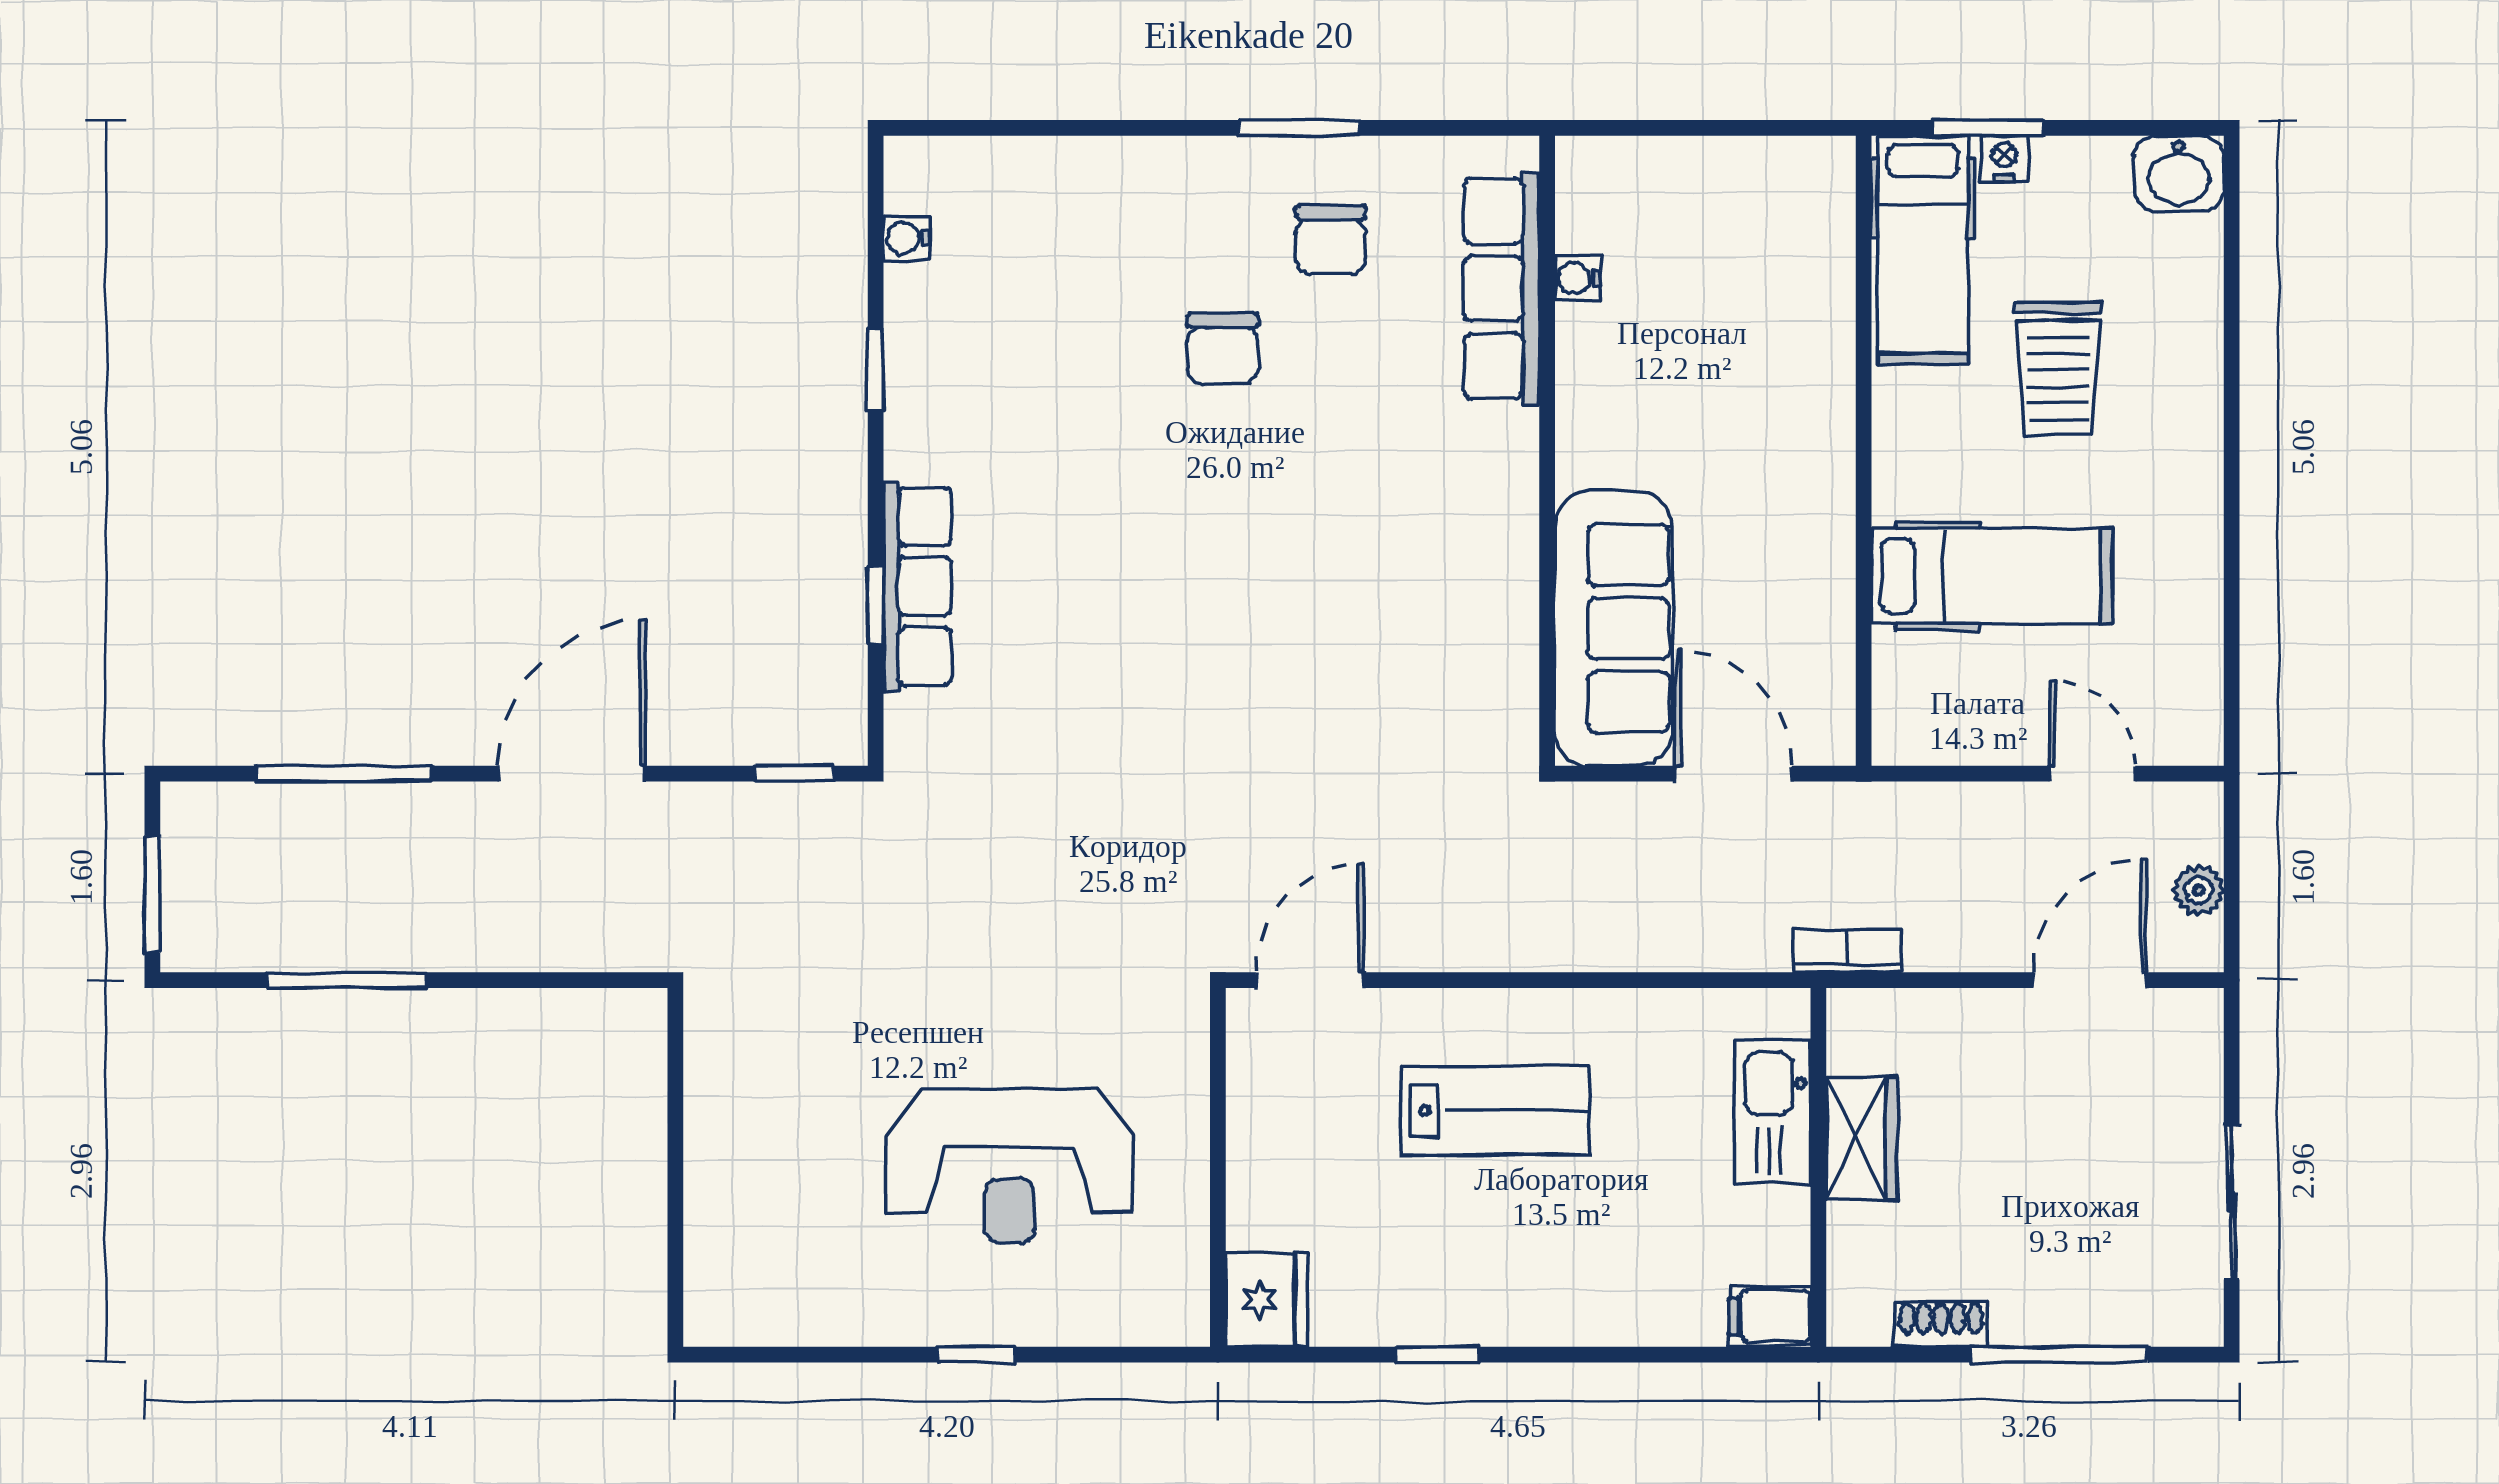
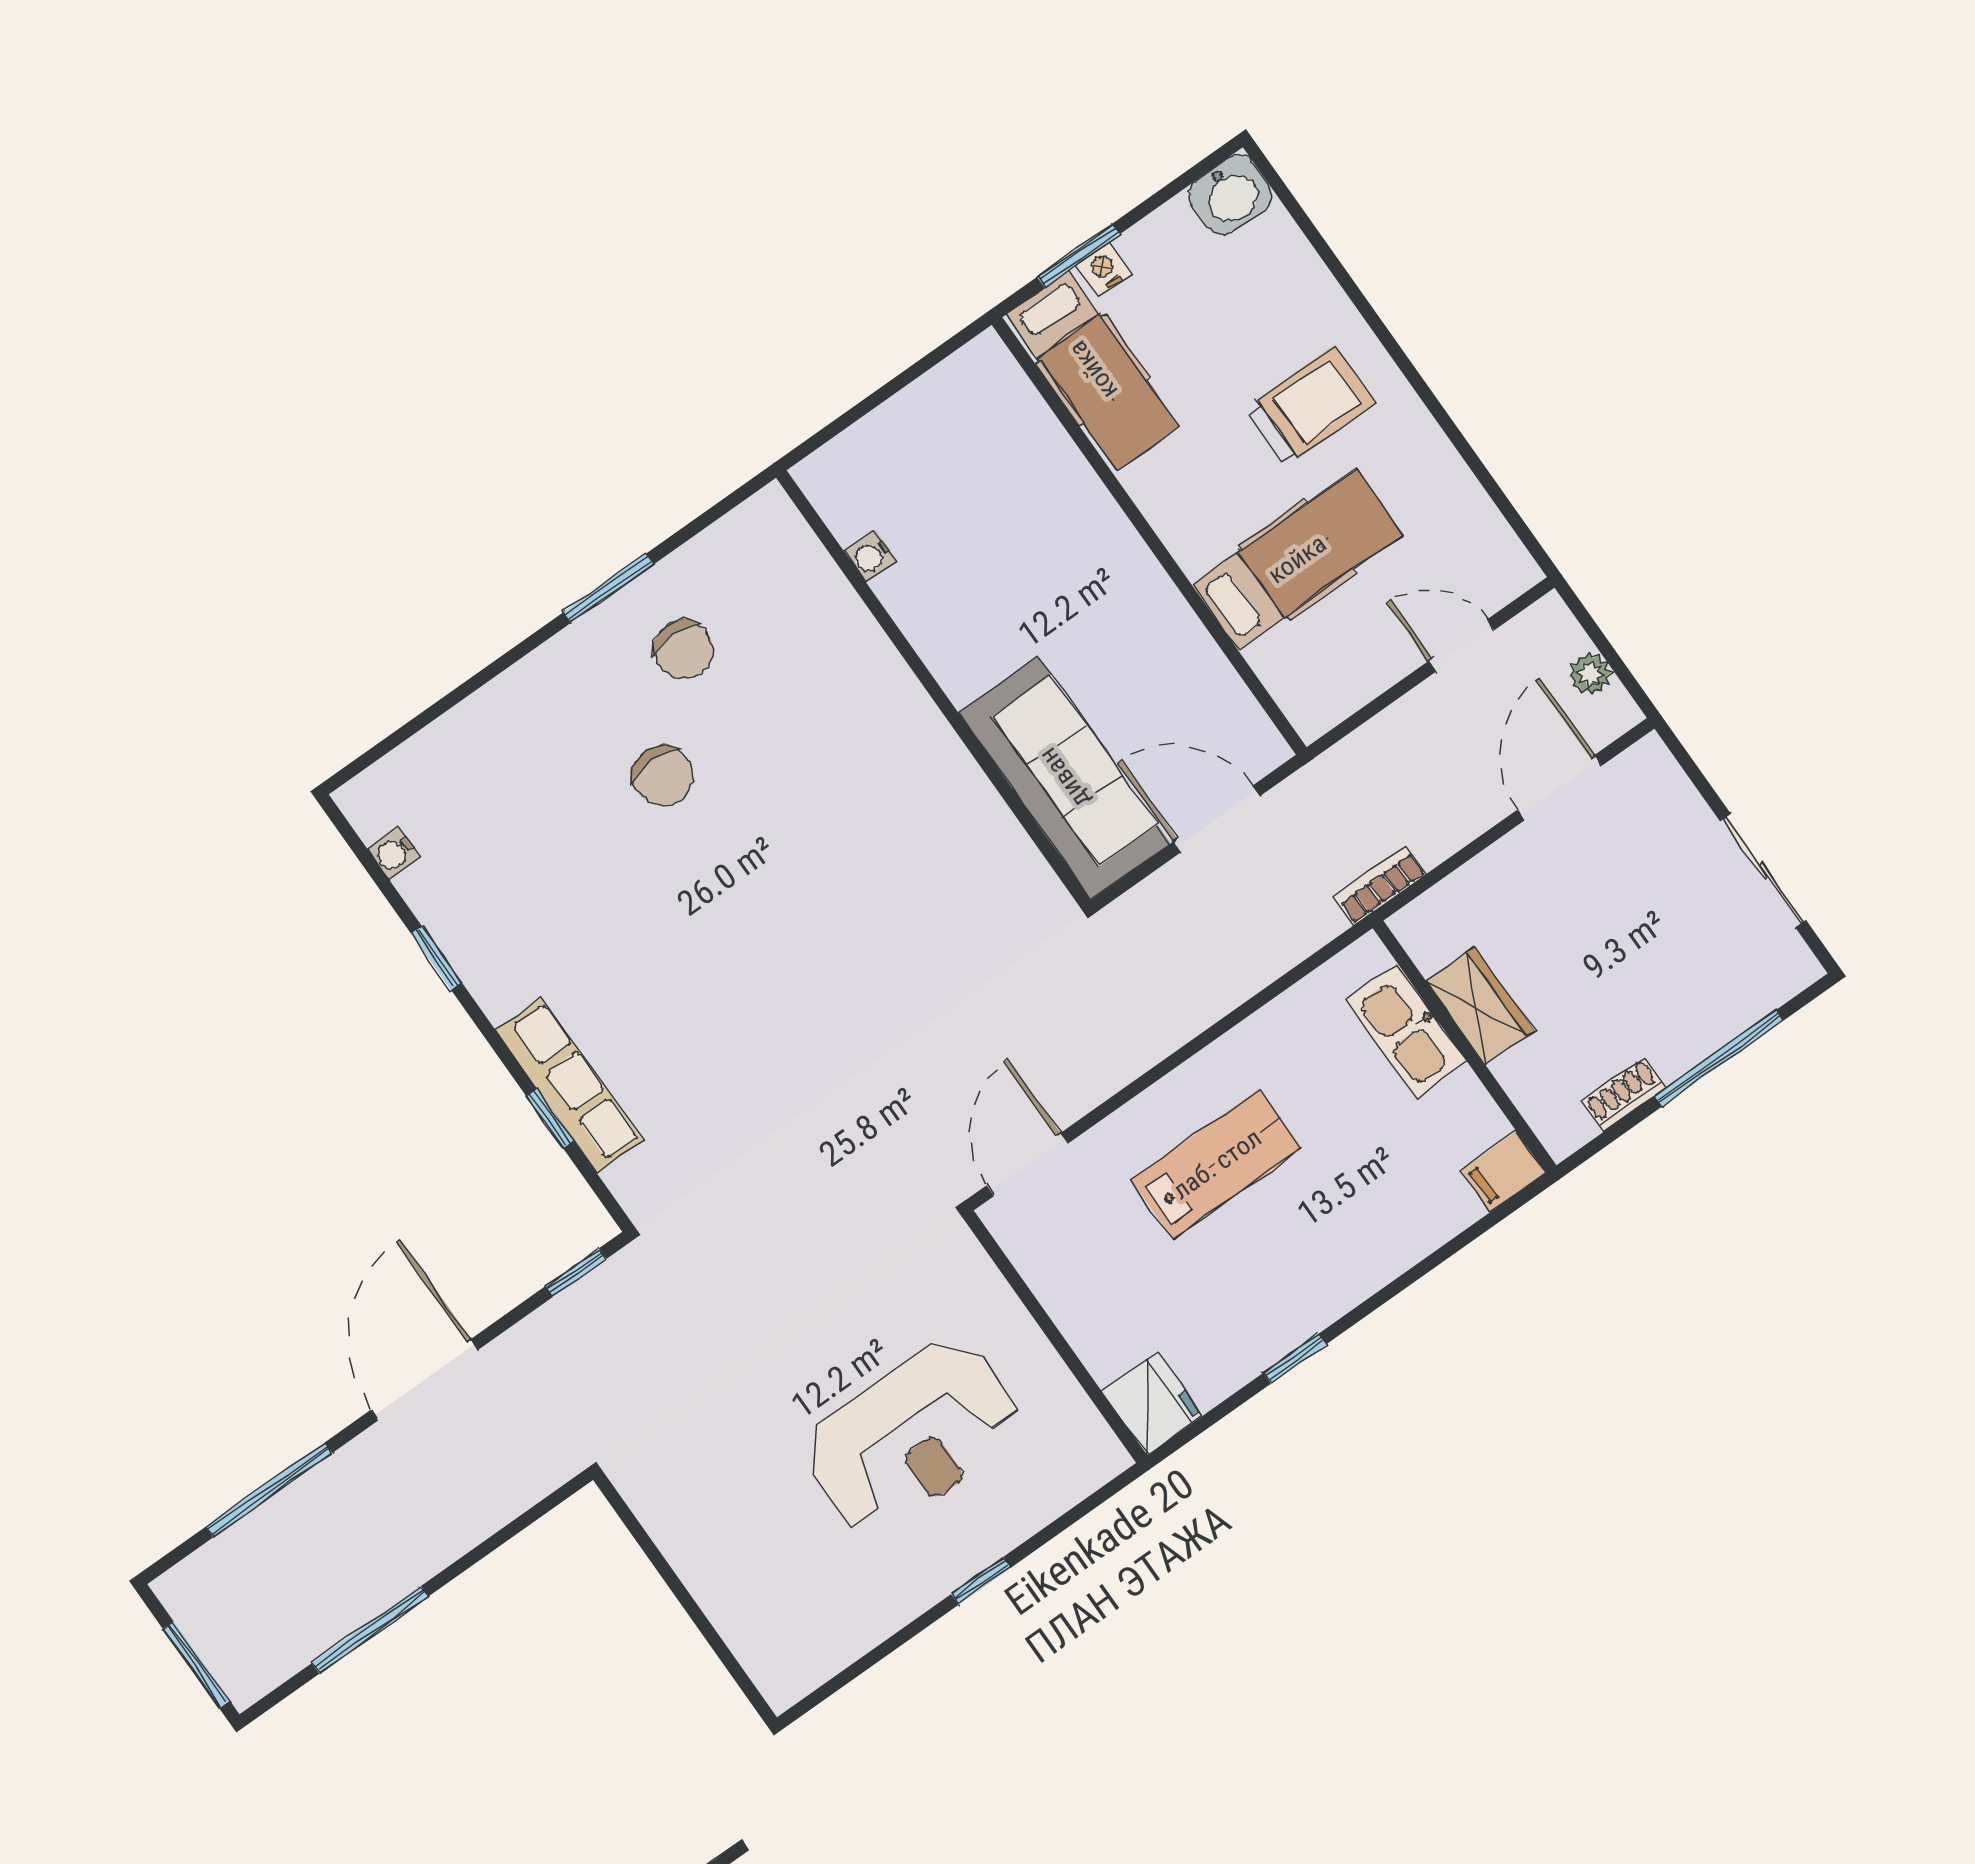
row of seats: (1502, 289) -> (824, 600), removed
trolley: (2058, 369) -> (1311, 406), moved, turned -90

